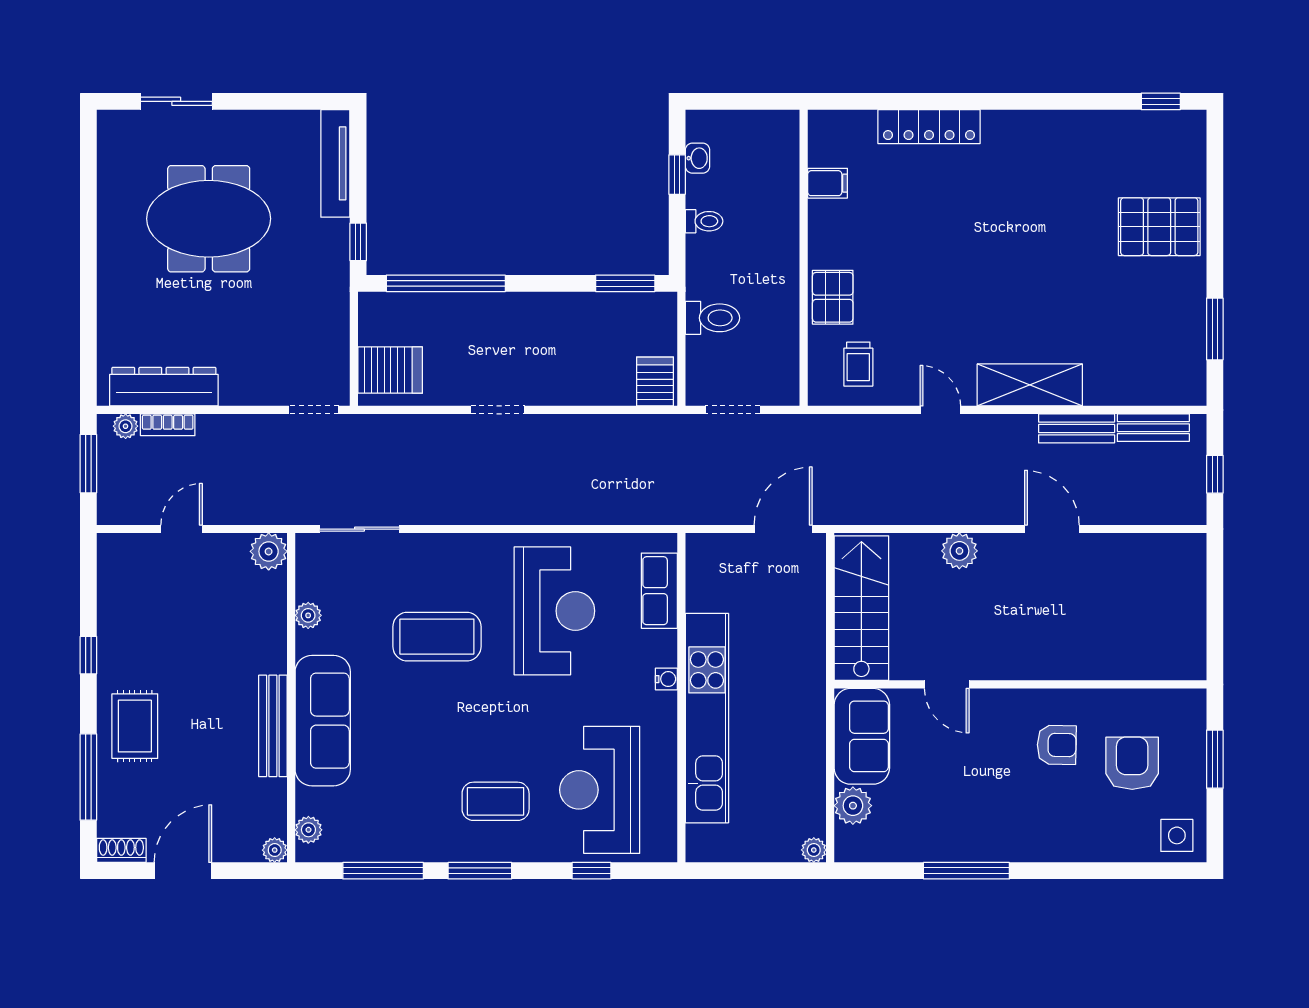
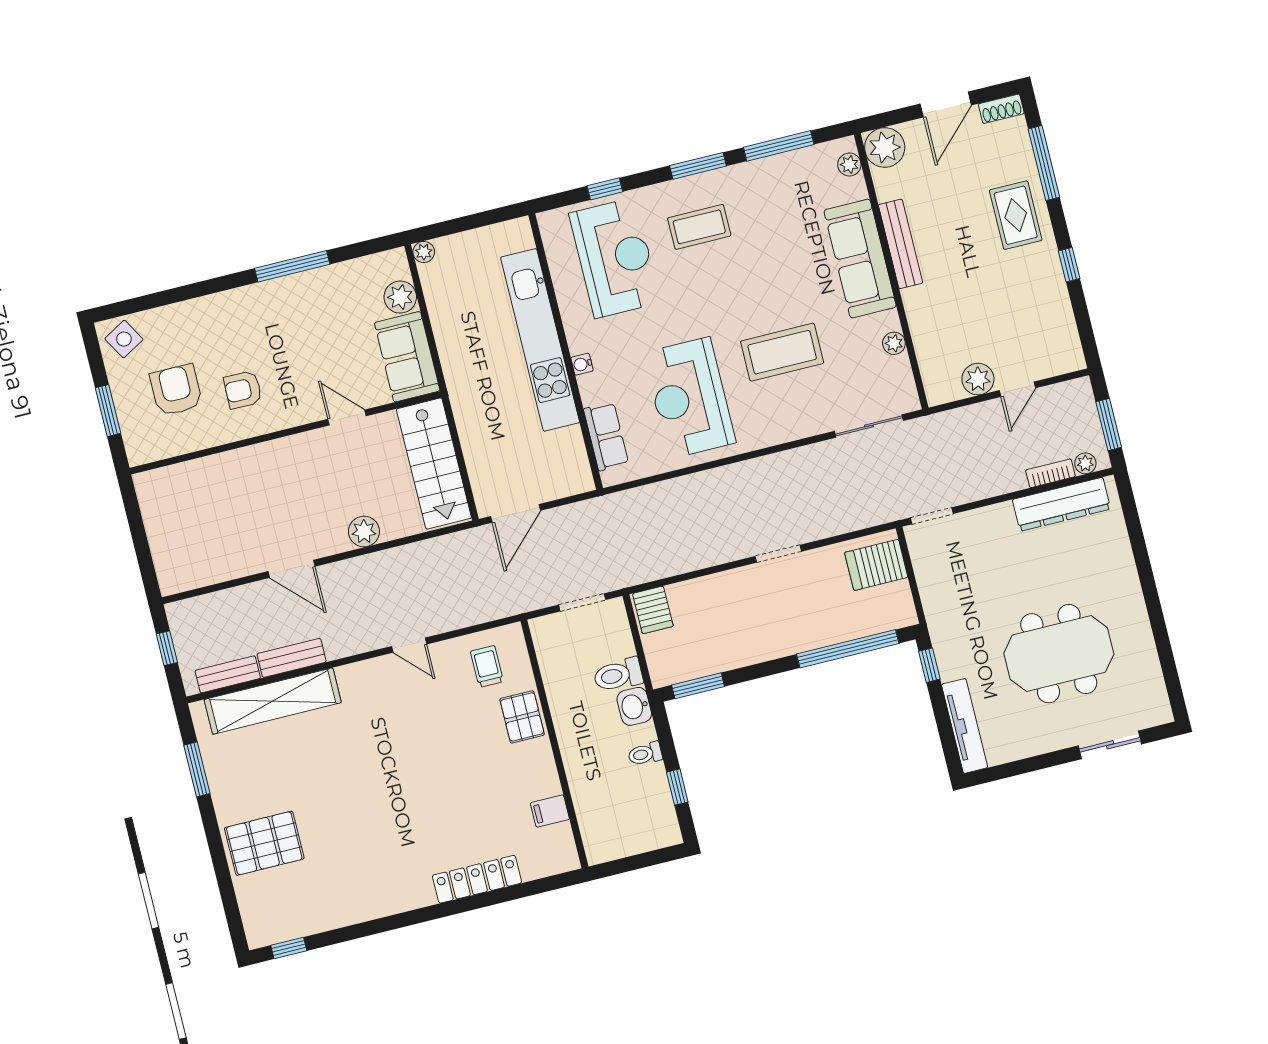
washbasin: (697, 158) -> (634, 706), moved, width x1.38, depth x1.45
shelving: (1030, 385) -> (273, 701), moved, width x1.47
plant: (269, 551) -> (978, 379), moved
armchair: (1132, 763) -> (176, 390), turned 180
side table: (1177, 835) -> (124, 339), turned -30
plant: (275, 850) -> (885, 147), width x1.88, depth x1.88

